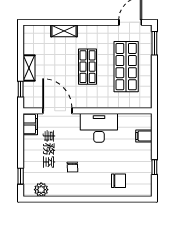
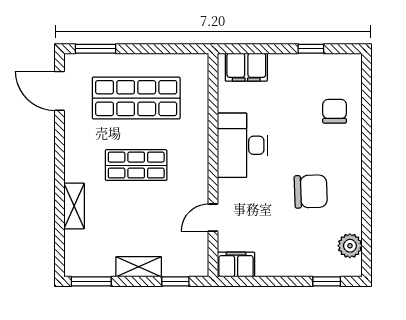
window: (21, 41) -> (91, 281), added
door: (57, 111) -> (213, 218), width x0.53
filing cabinet: (144, 136) -> (246, 67), width x2.00
chair: (72, 167) -> (311, 191), width x1.87, depth x1.87

